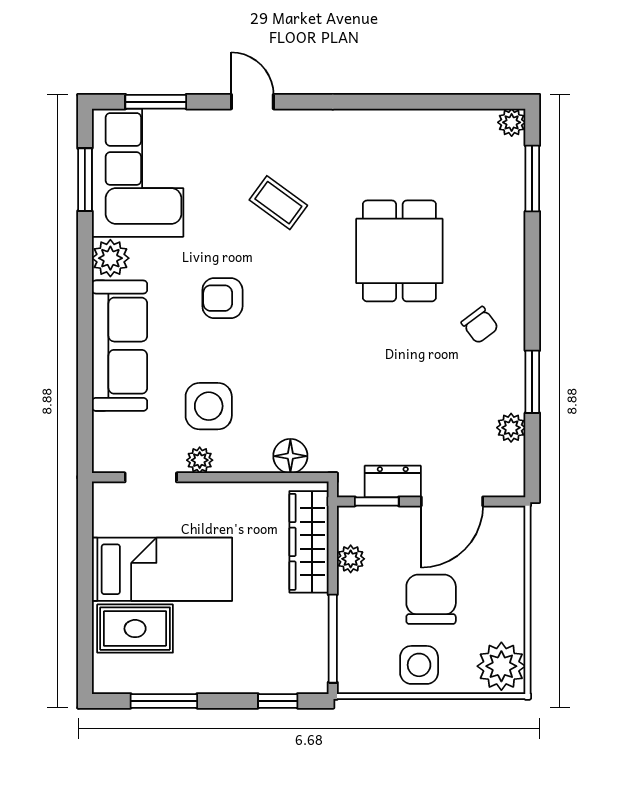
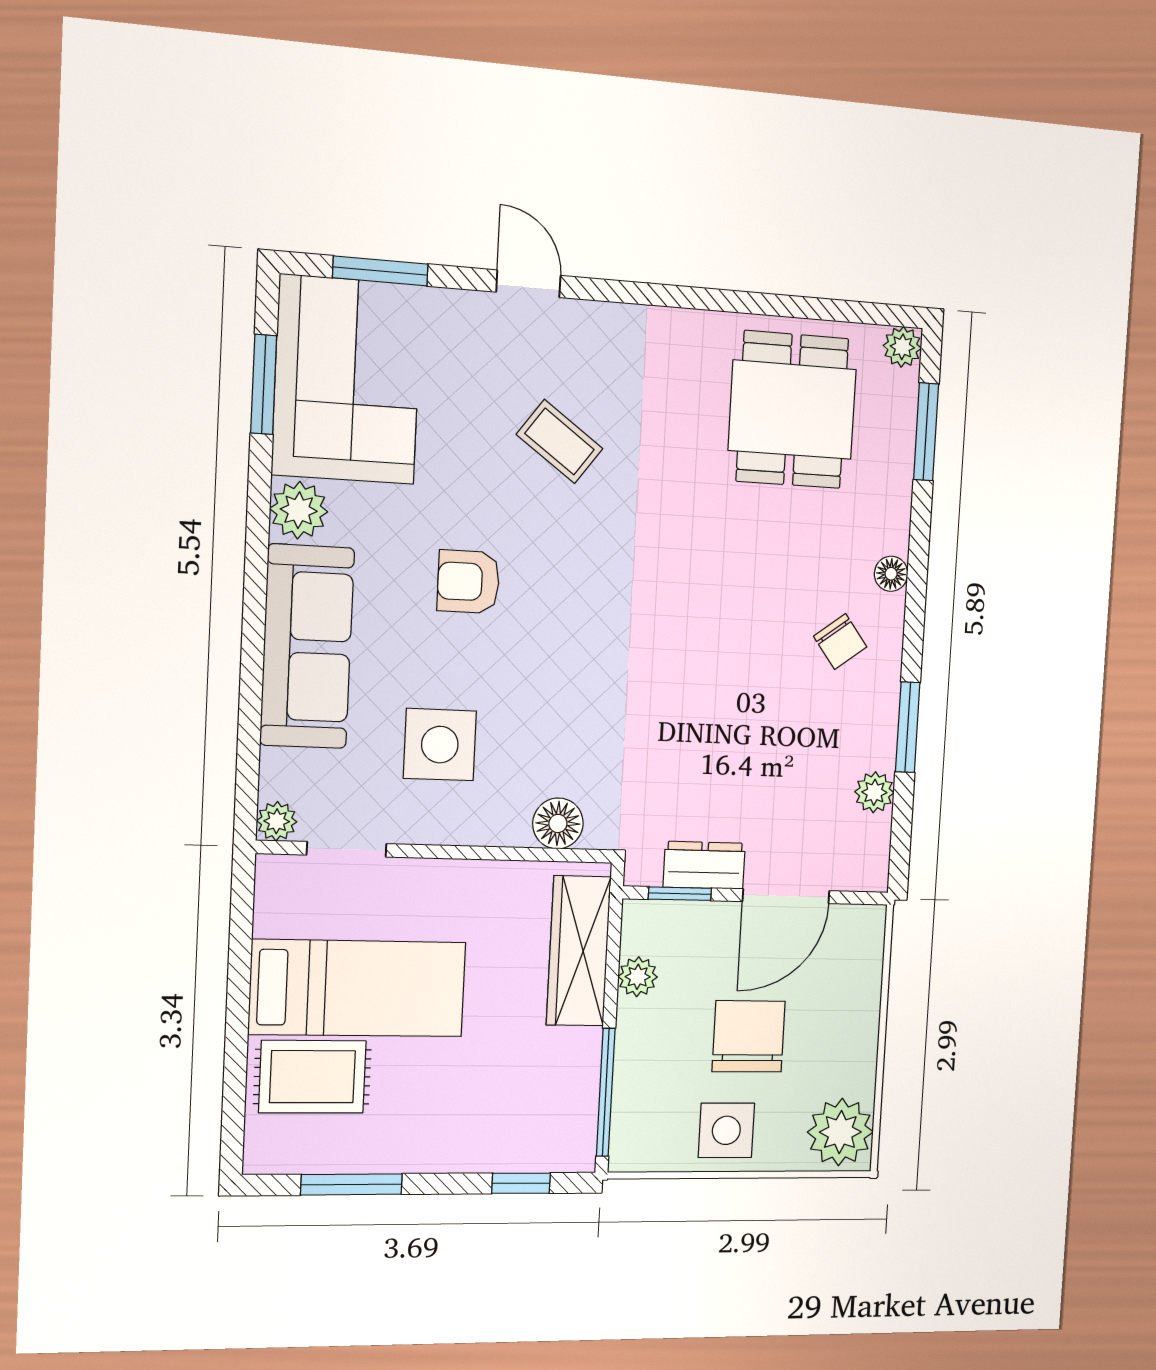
dining table: (399, 251) -> (792, 410), moved
floor lamp: (513, 277) -> (891, 574), added
plant: (200, 460) -> (277, 821), moved

